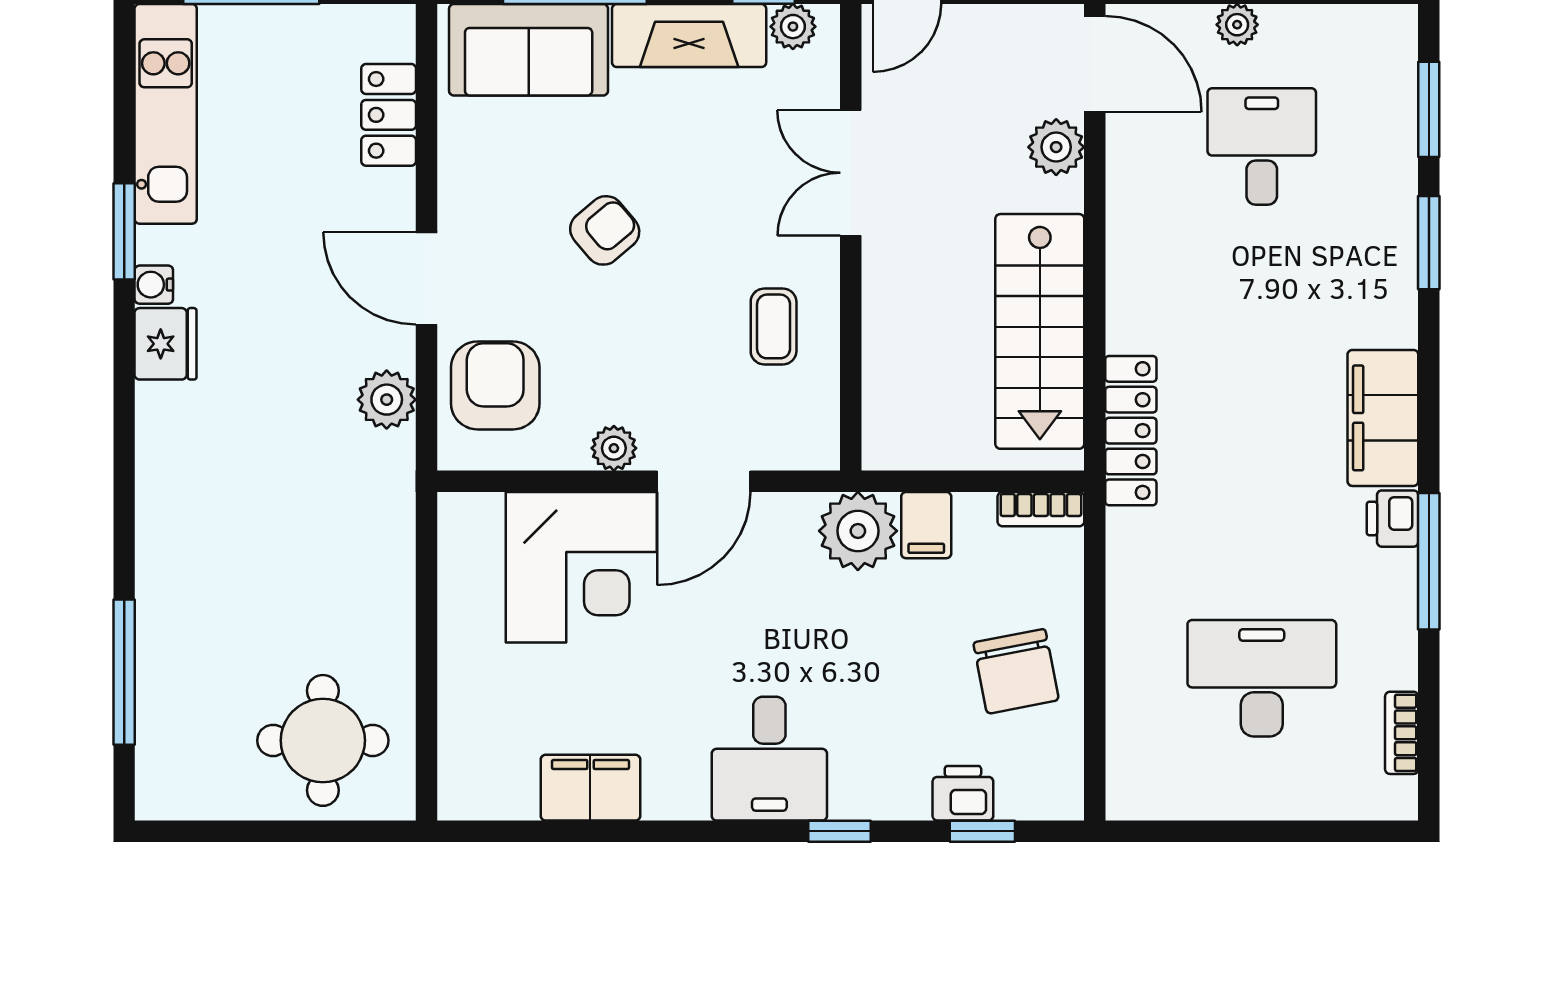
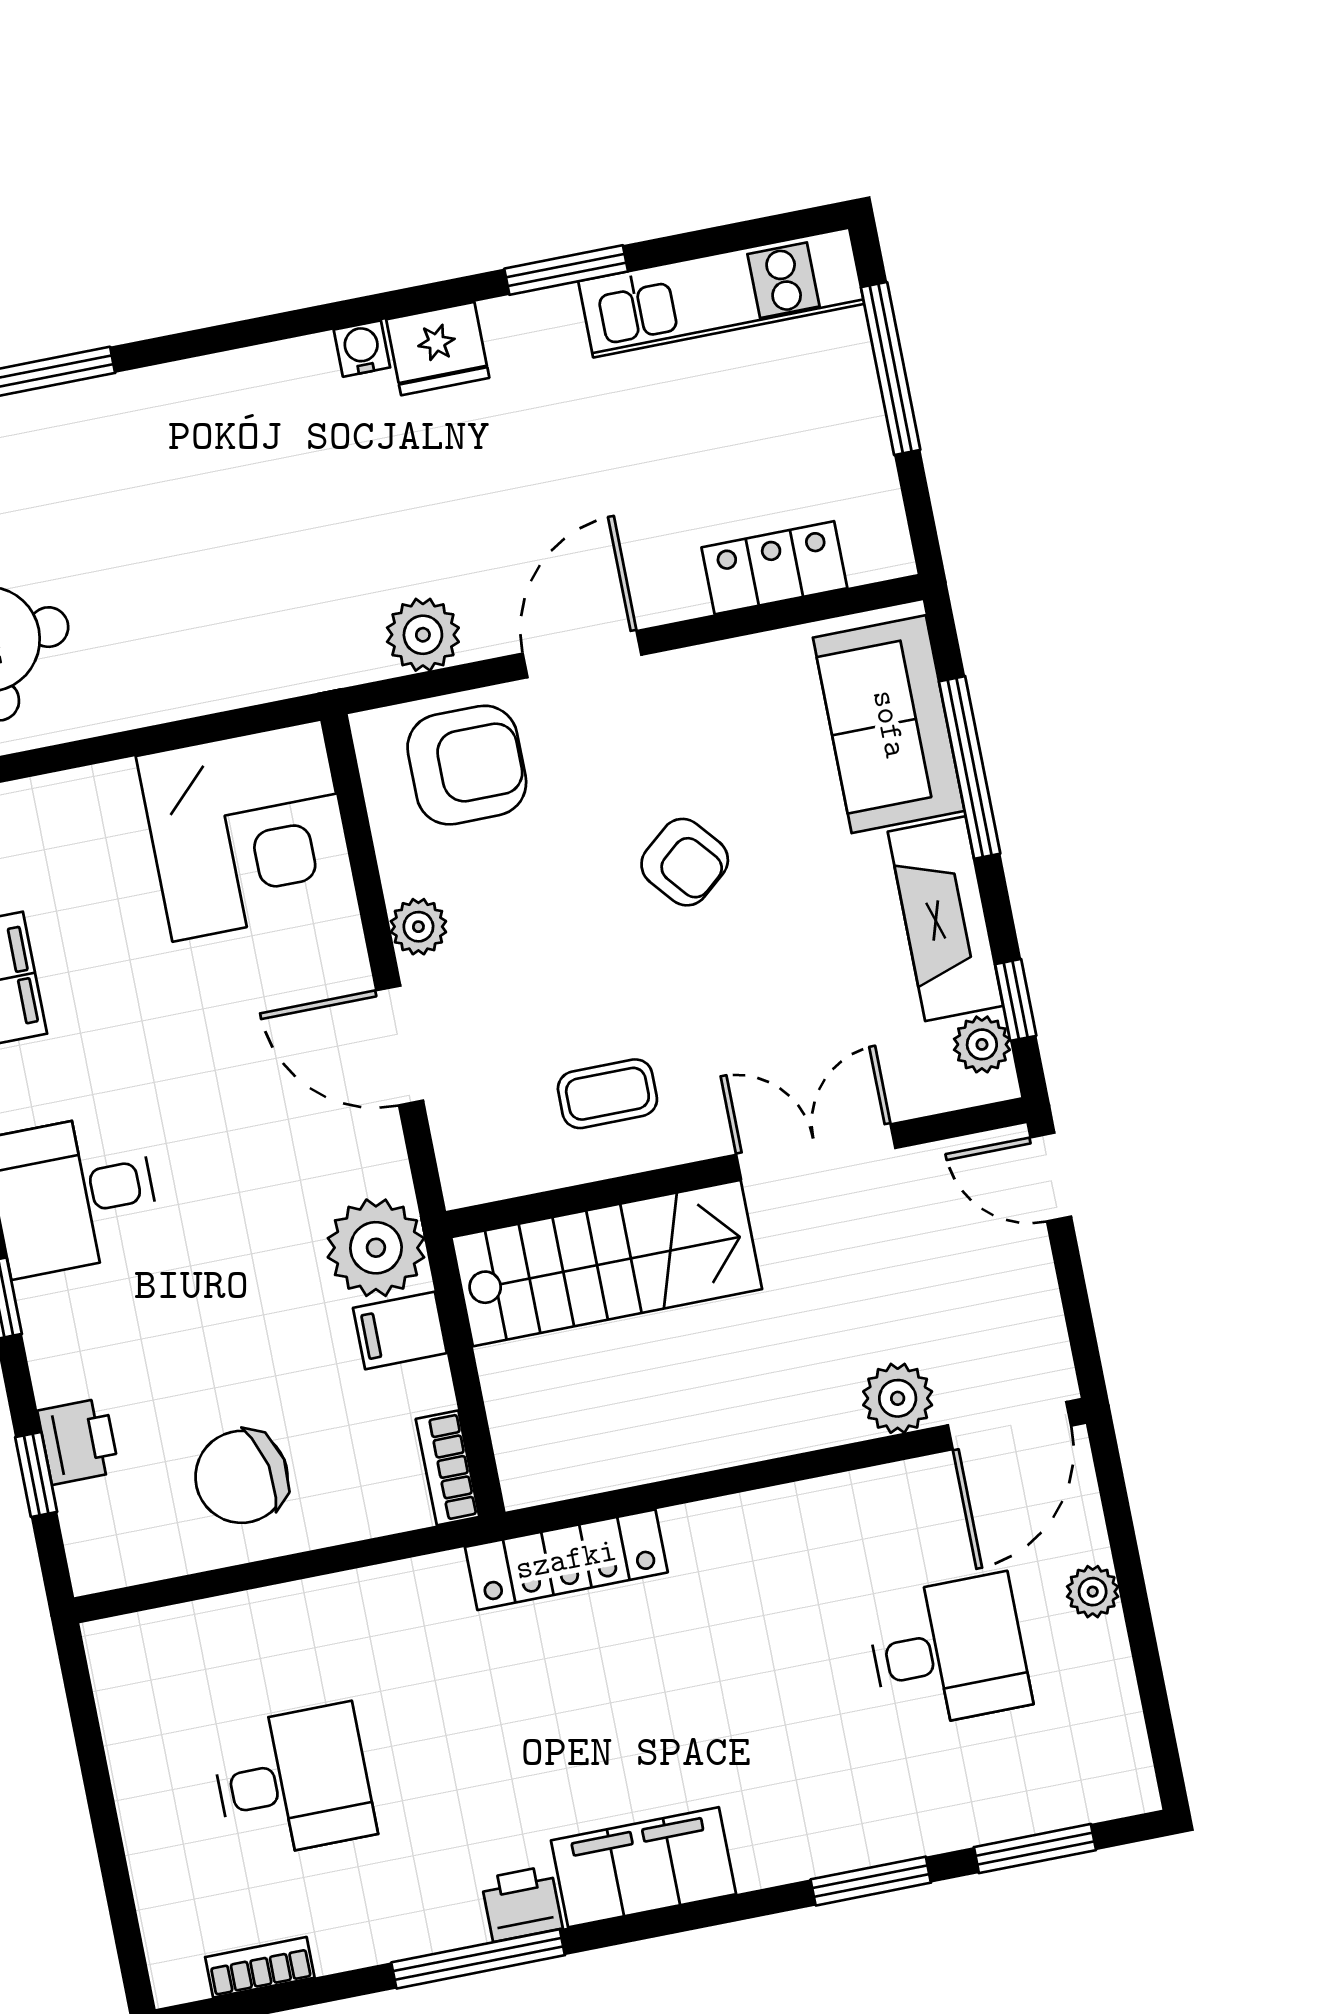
water cooler: (154, 285) -> (362, 349), moved
stairs: (1040, 331) -> (607, 1263), moved, turned 180
corner desk: (581, 567) -> (247, 831), moved, turned -90
desk: (1262, 678) -> (293, 1781), width x0.73

